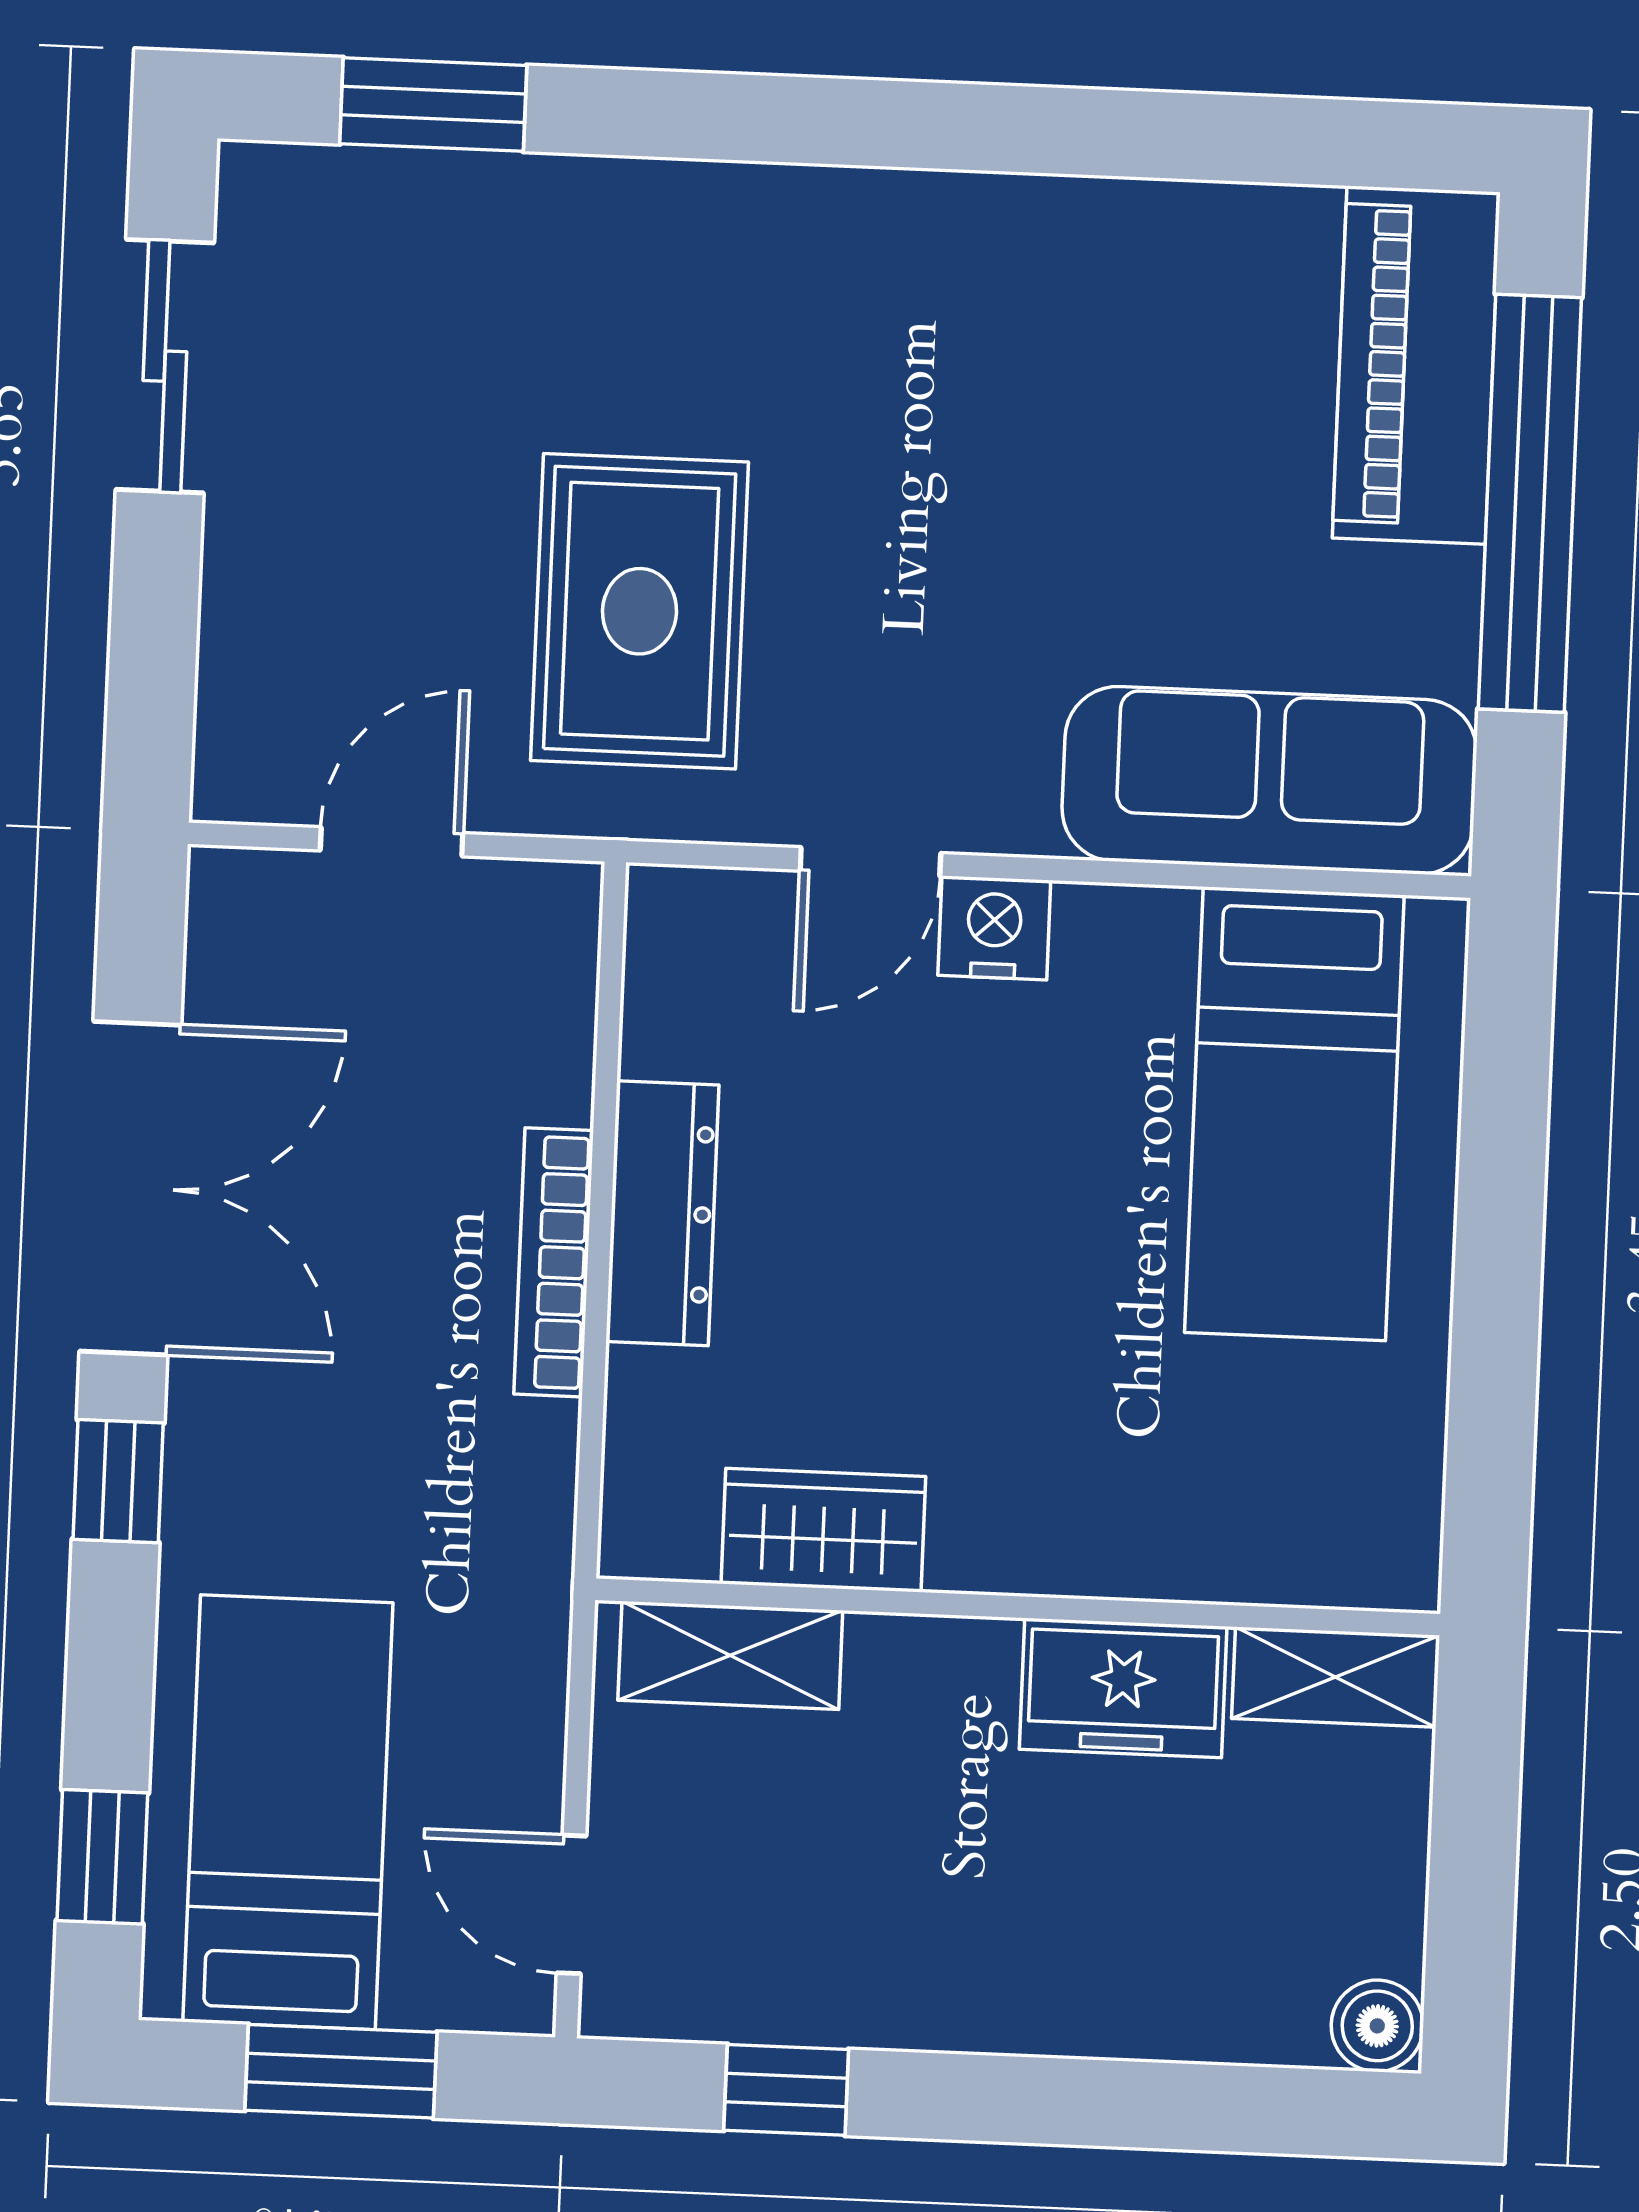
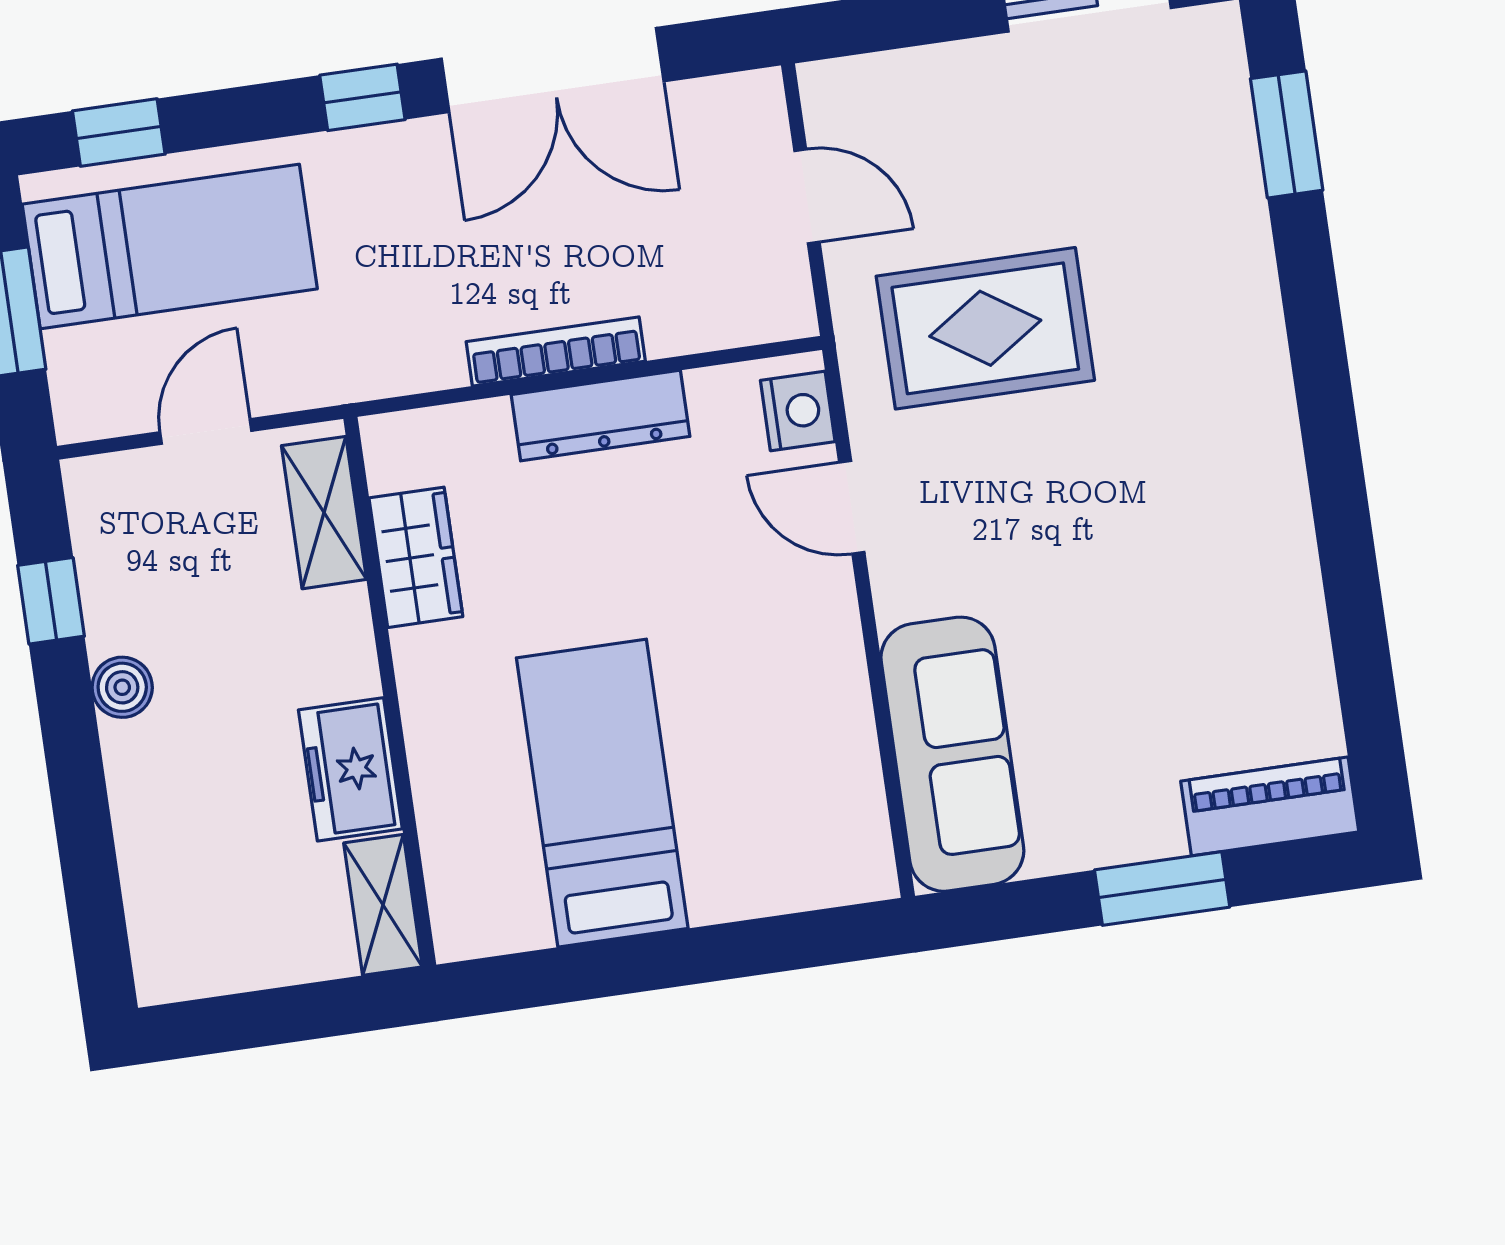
piano: (1416, 365) -> (1270, 806), width x0.73, depth x0.75
window: (1530, 503) -> (1162, 889), width x0.47
nightstand: (994, 928) -> (798, 411), moved
bed: (1294, 1114) -> (602, 793), moved, turned 90
door: (572, 1904) -> (206, 432), moved
boiler: (1377, 2026) -> (122, 687), moved

